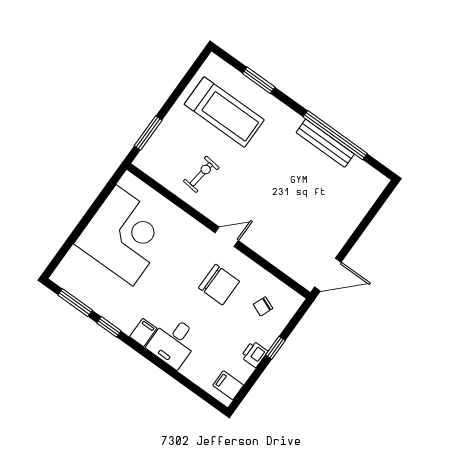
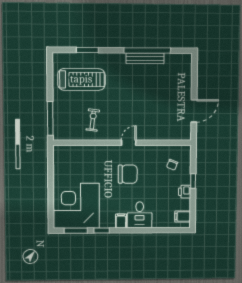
window: (148, 133) -> (50, 118), width x1.44
corner desk: (125, 235) -> (76, 206), moved, turned -90
door: (328, 275) -> (194, 111), moved
chair: (219, 285) -> (128, 174), moved

